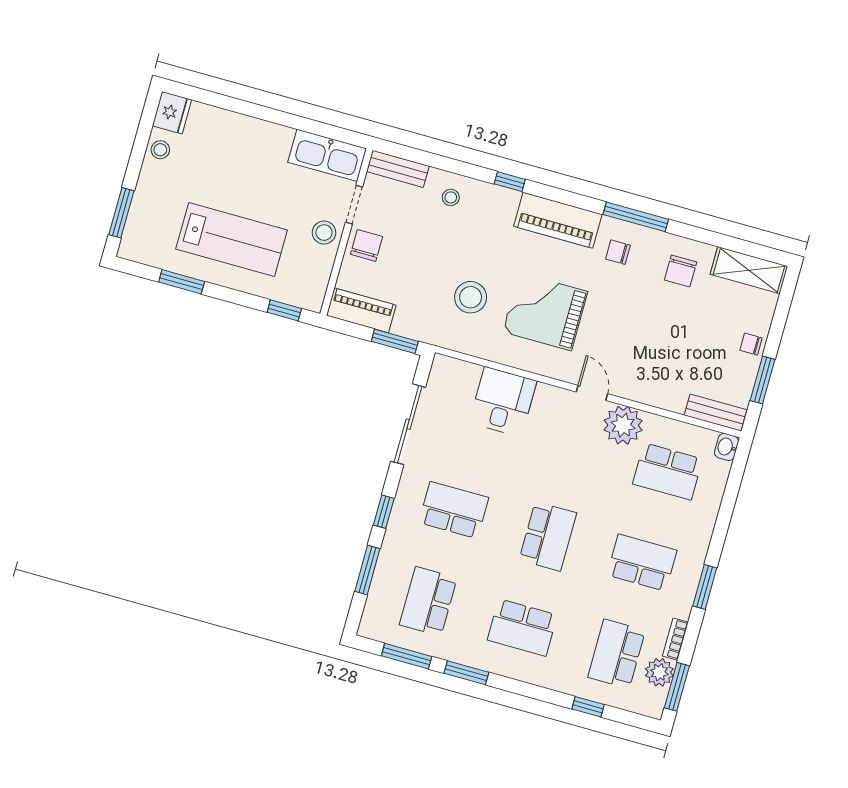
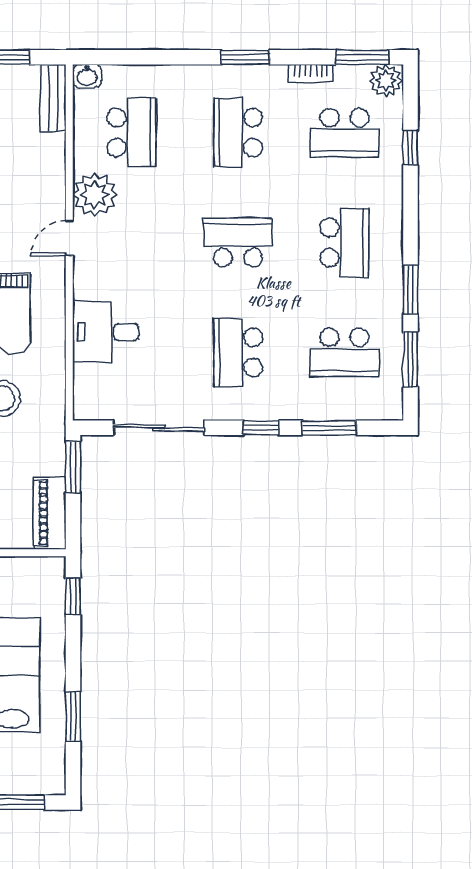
plant: (659, 672) -> (386, 81), moved

